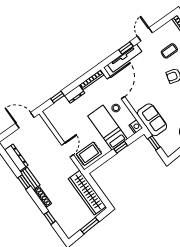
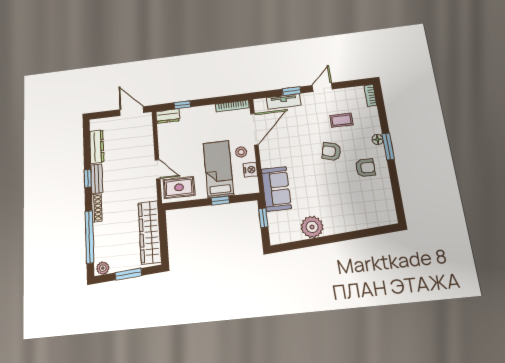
tv unit: (125, 58) -> (284, 101), width x0.71
dresser: (75, 94) -> (168, 116), moved
nightstand: (136, 127) -> (250, 170), moved
door: (67, 150) -> (158, 169), hinge flipped
window: (50, 218) -> (89, 237), width x3.17
plant: (71, 232) -> (103, 268), added

